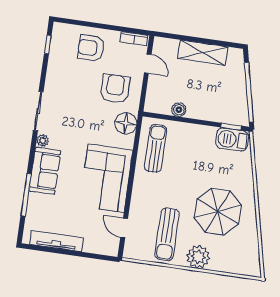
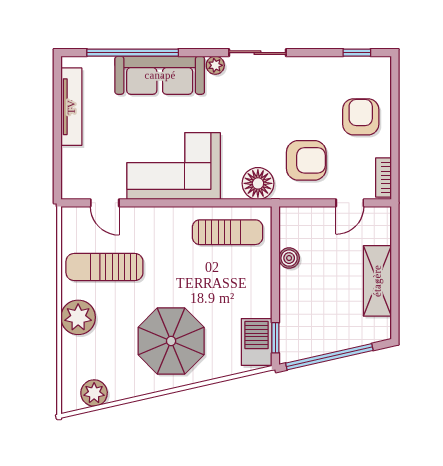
sofa: (45, 171) -> (160, 75), width x1.36
window: (26, 195) -> (133, 53), width x1.46
parasol: (218, 212) -> (171, 341), moved
door: (124, 228) -> (105, 203), swing flipped
plant: (251, 253) -> (94, 393), added

